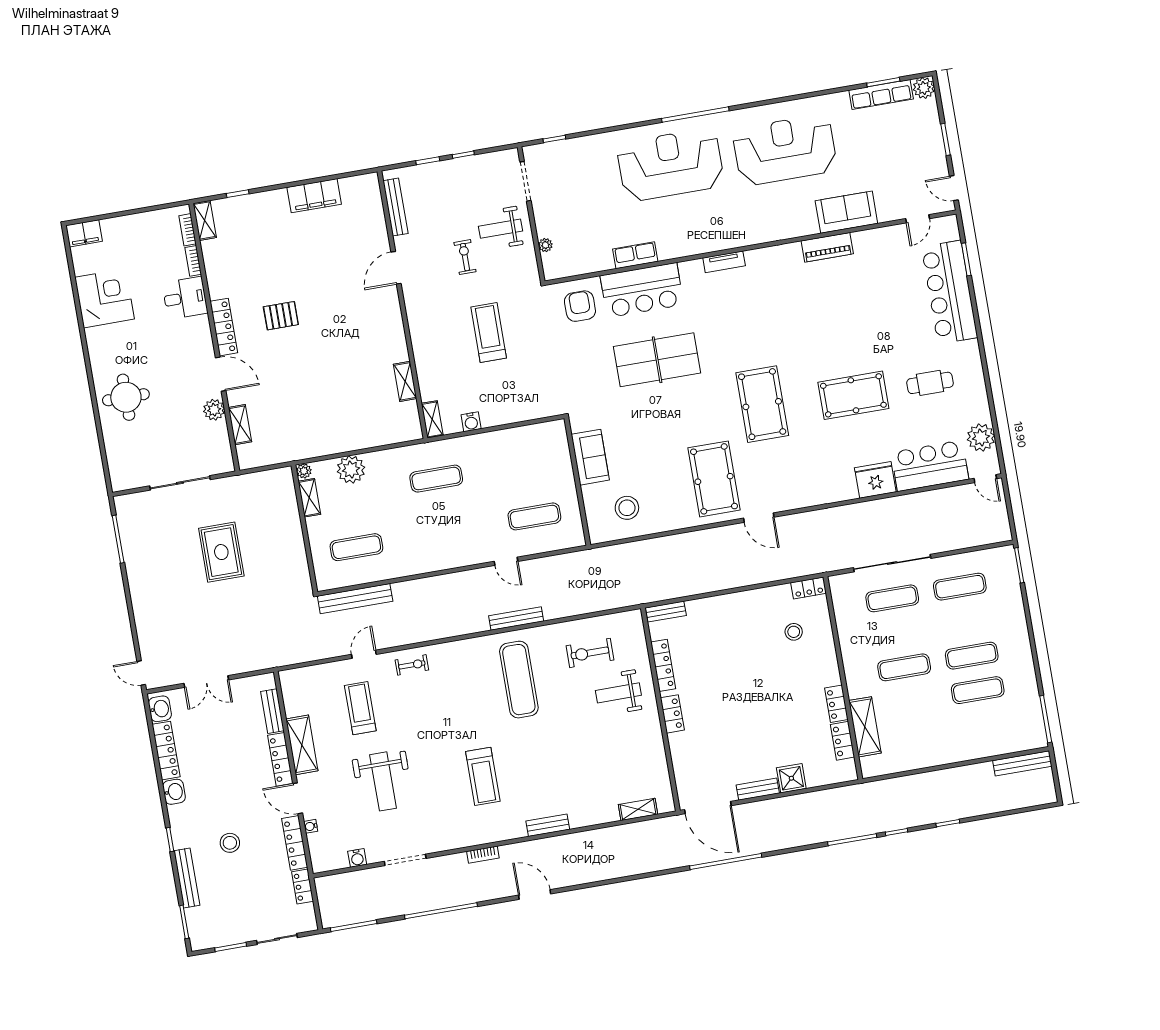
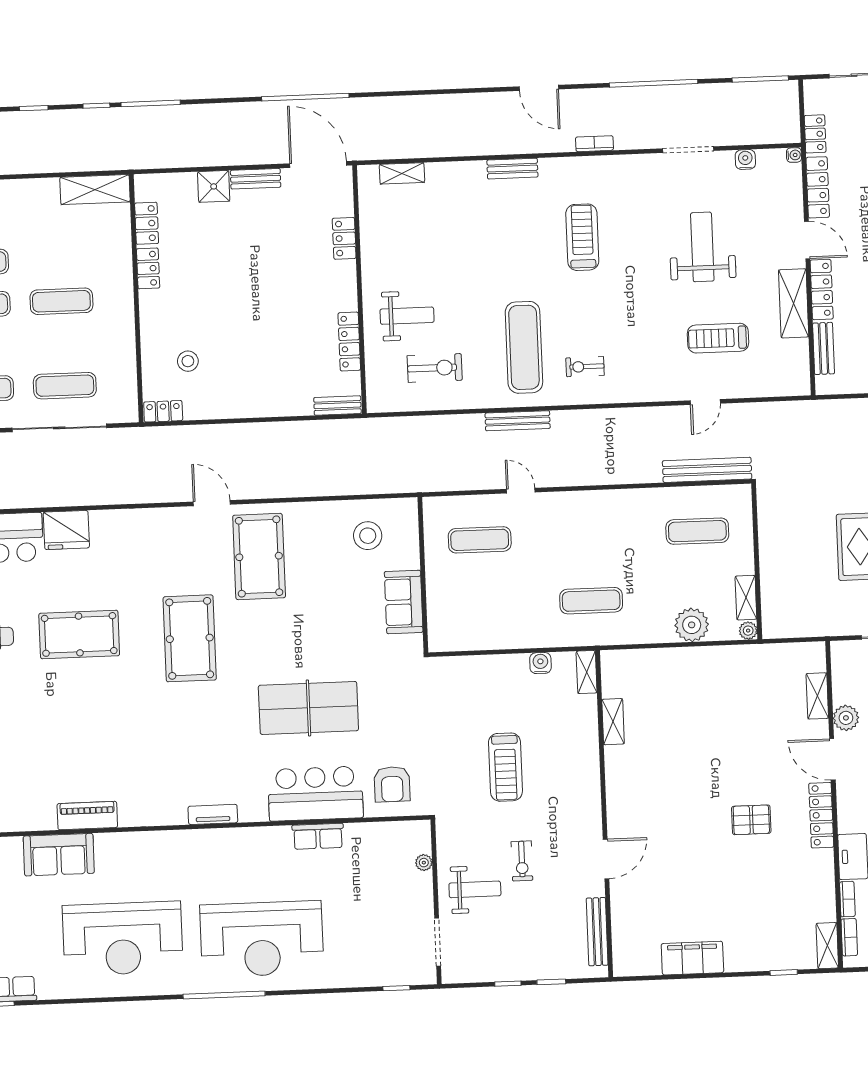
exercise bike: (412, 665) -> (585, 367), moved
treadmill: (360, 708) -> (718, 338), turned 90
locker: (672, 714) -> (344, 238), moved
shelving: (865, 727) -> (95, 190), moved, turned 90
water cooler: (311, 826) -> (794, 155), moved

